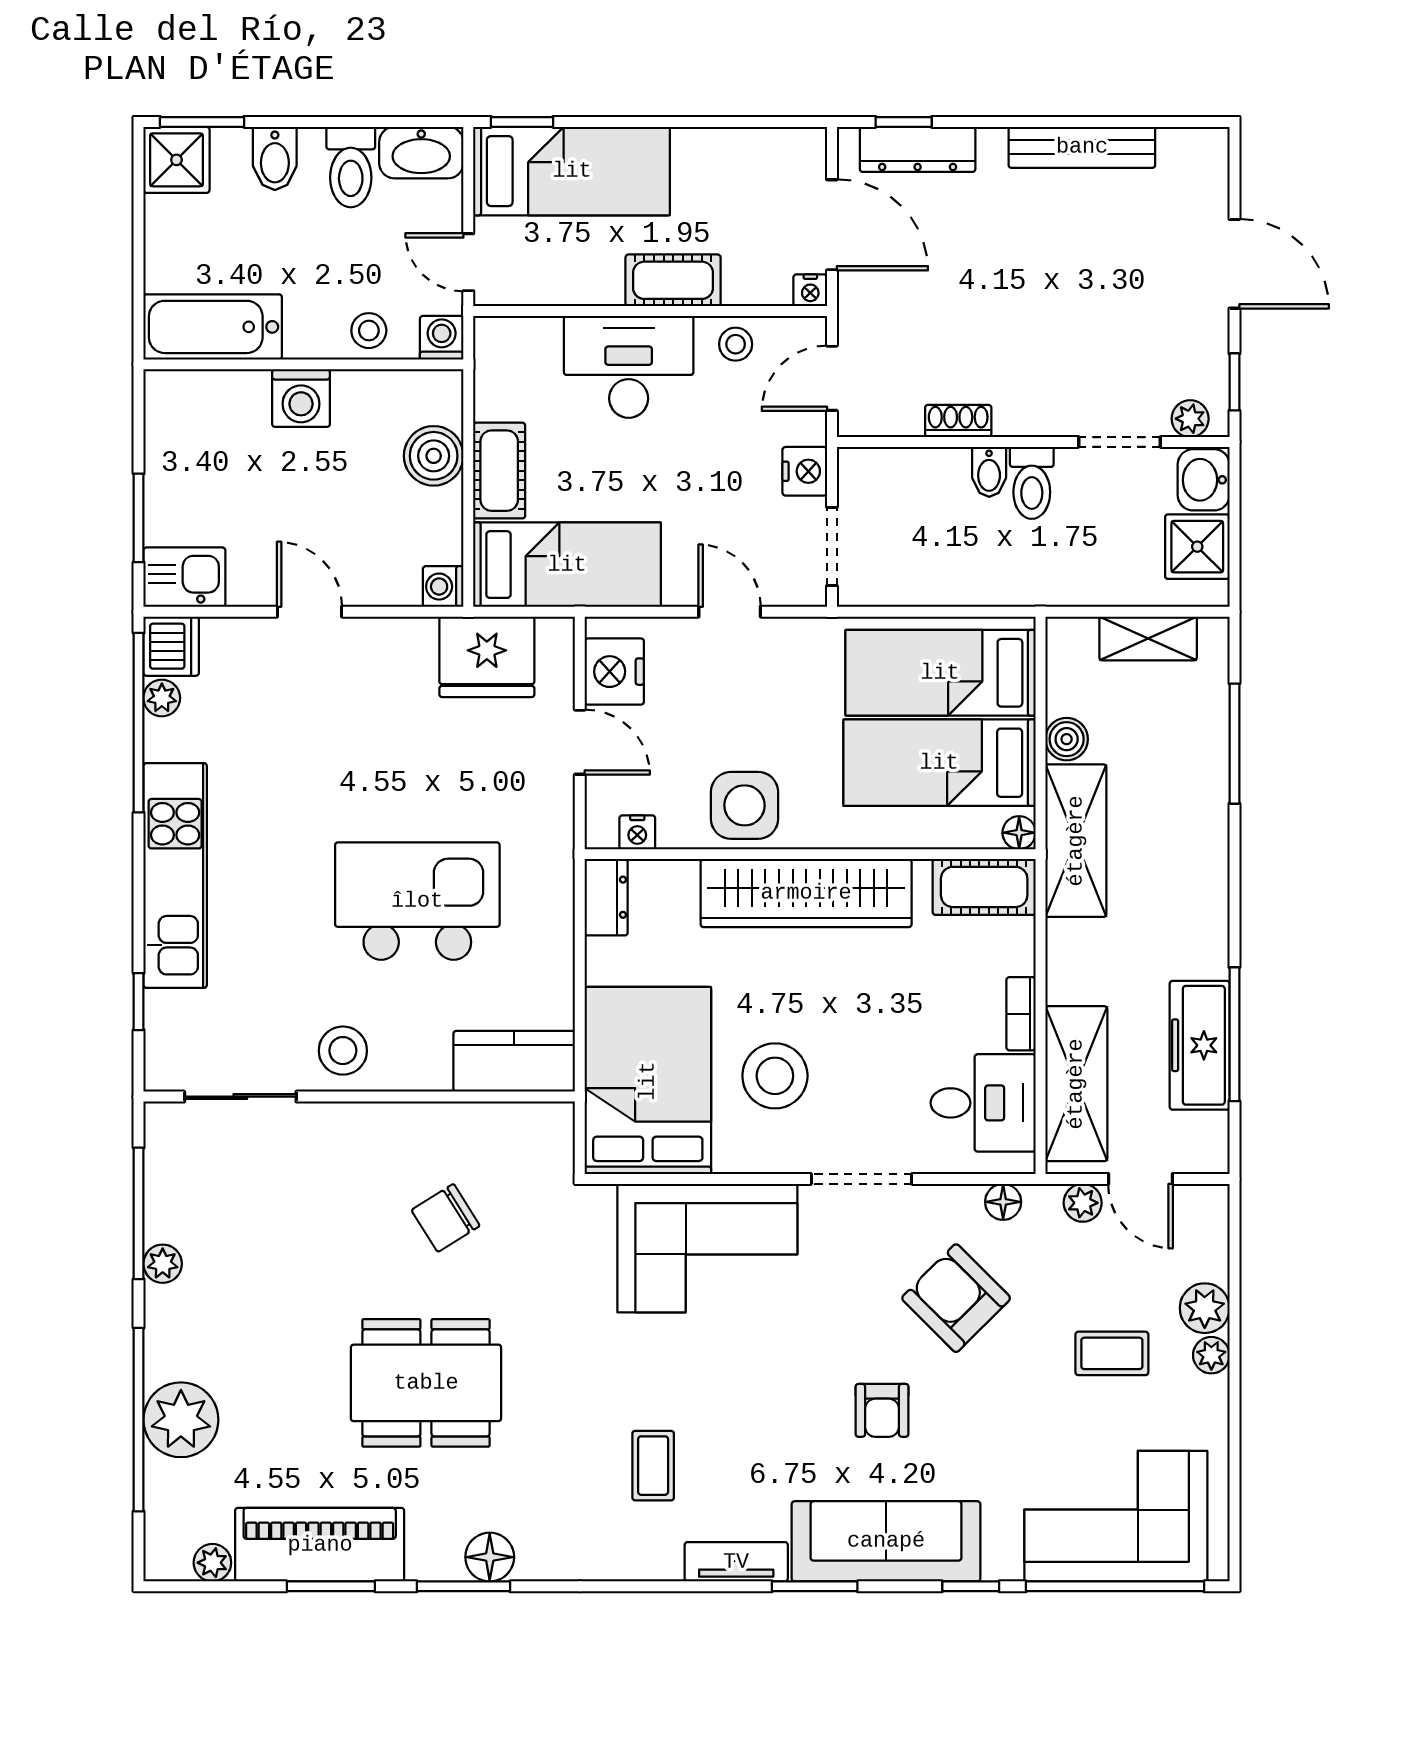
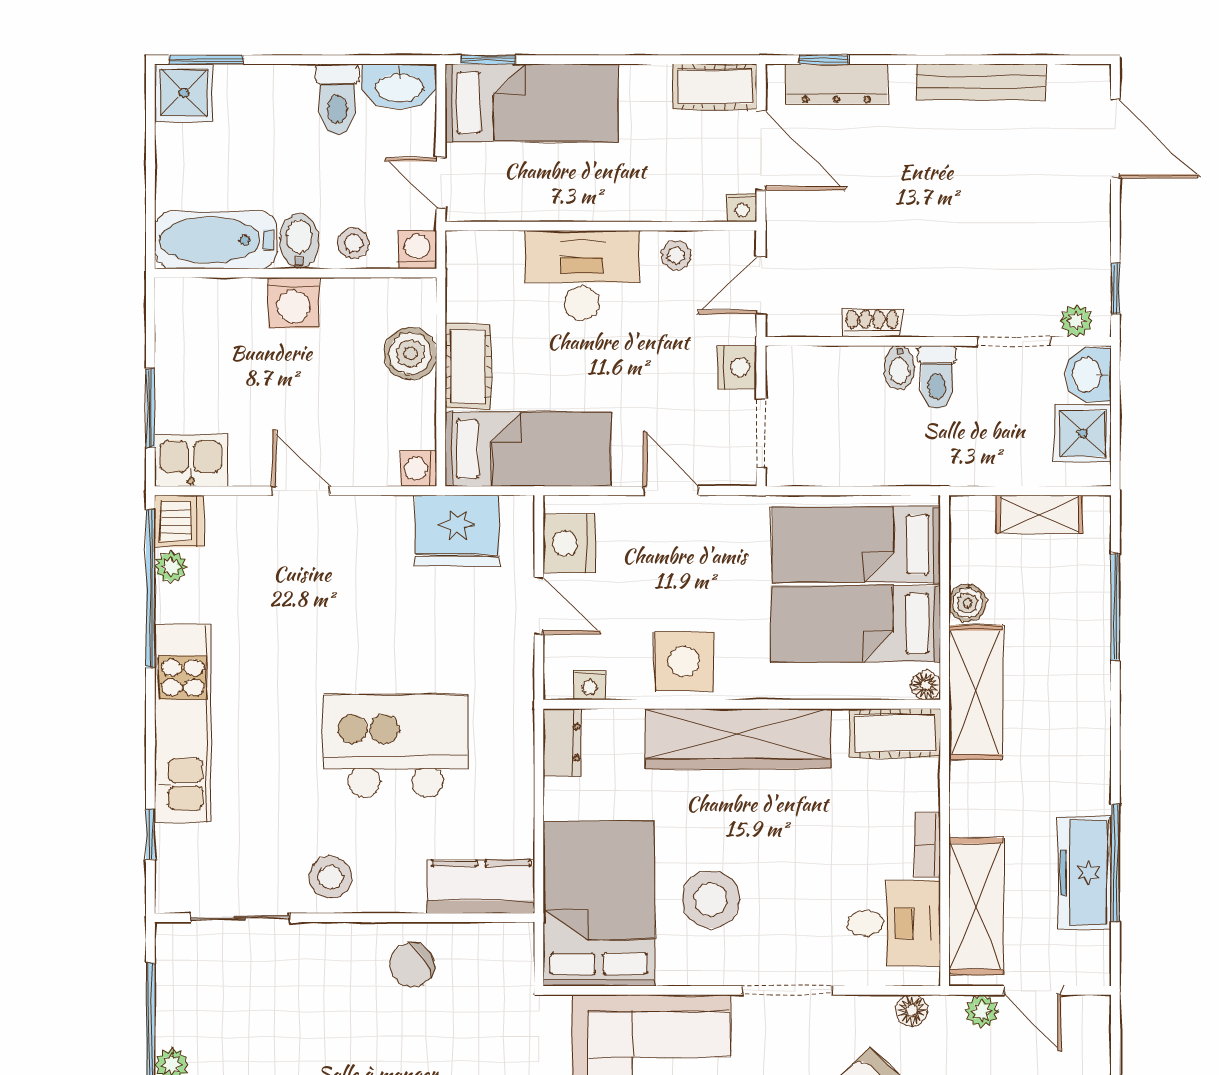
bidet: (275, 158) -> (299, 241), moved, turned 180
door: (1234, 264) -> (1115, 138), moved
cot: (673, 280) -> (715, 87), moved
chair: (446, 1218) -> (412, 965), moved

